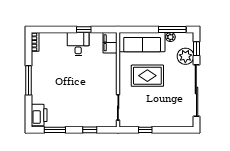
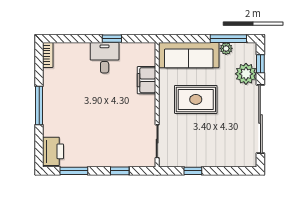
filing cabinet: (110, 43) -> (147, 80), moved

